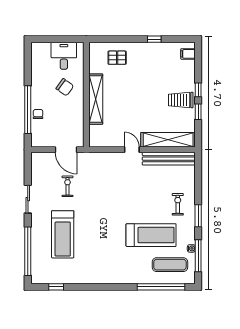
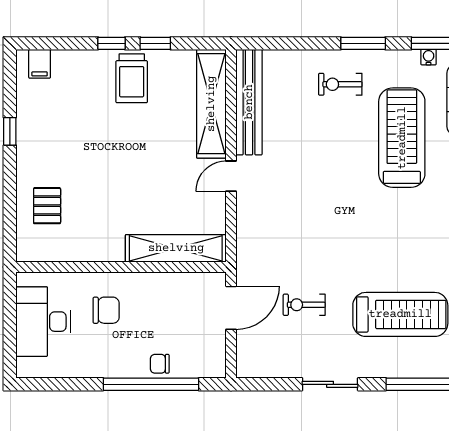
desk: (64, 56) -> (43, 322), width x1.37
chair: (65, 87) -> (106, 310), turned 54
shelving: (96, 99) -> (176, 248), moved

